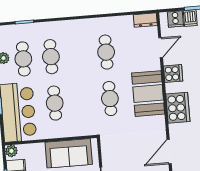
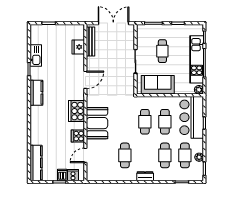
dresser: (145, 20) -> (145, 176), moved
cafe table: (110, 99) -> (145, 122), moved

